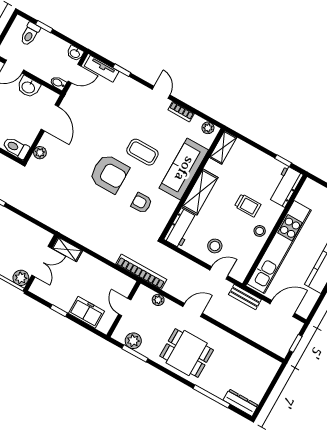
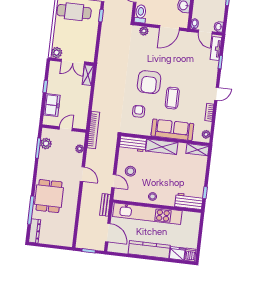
trolley: (248, 205) -> (166, 182), removed
dining table: (187, 353) -> (49, 196), moved

